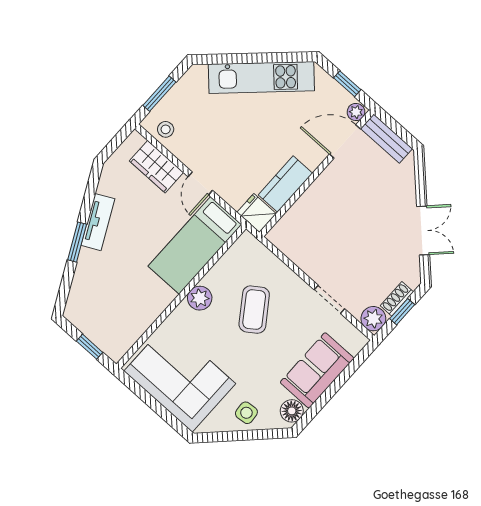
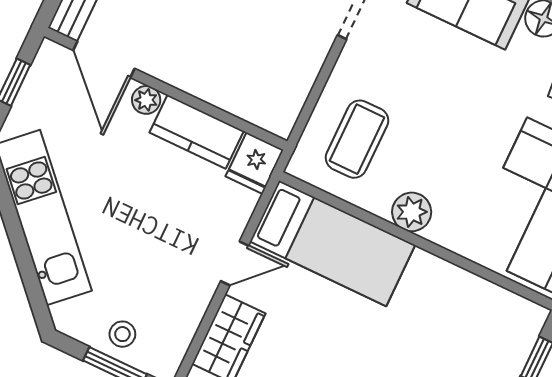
plant: (356, 112) -> (146, 100), moved
stool: (166, 129) -> (122, 334), moved
coffee table: (254, 310) -> (357, 139), moved, turned -55

